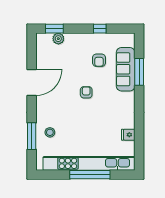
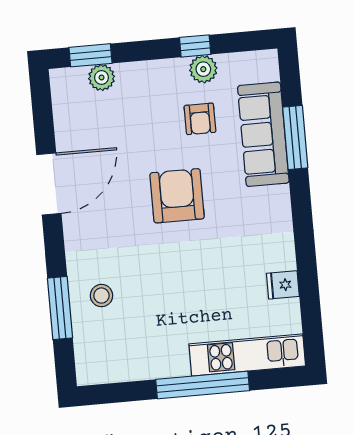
plant: (102, 39) -> (203, 69), added
armchair: (86, 92) -> (177, 196), width x1.88, depth x1.88
kitchen unit: (89, 163) -> (247, 355), width x0.54

